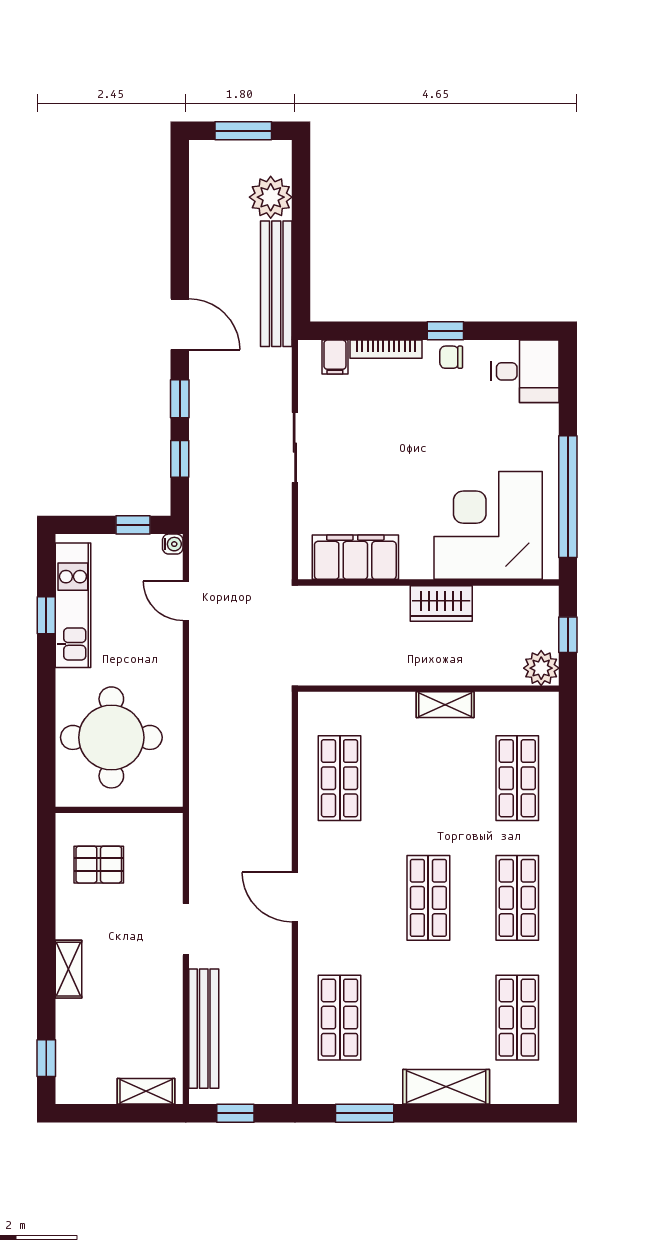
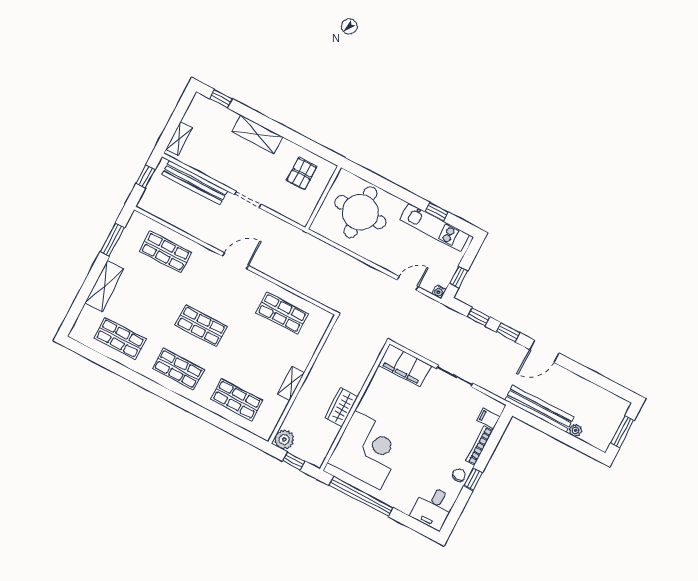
plant: (271, 197) -> (576, 430), width x0.53, depth x0.53
filing cabinet: (355, 557) -> (405, 365), moved, turned 90
shelving: (68, 969) -> (257, 134), width x1.50, depth x1.33

